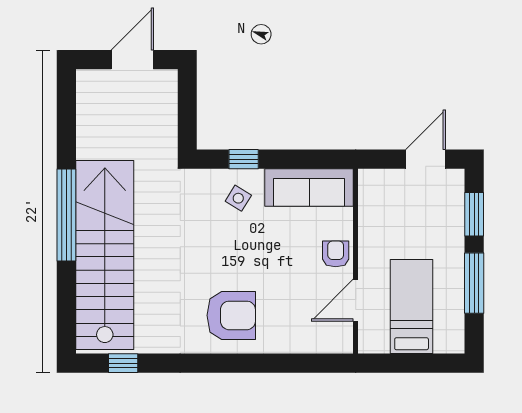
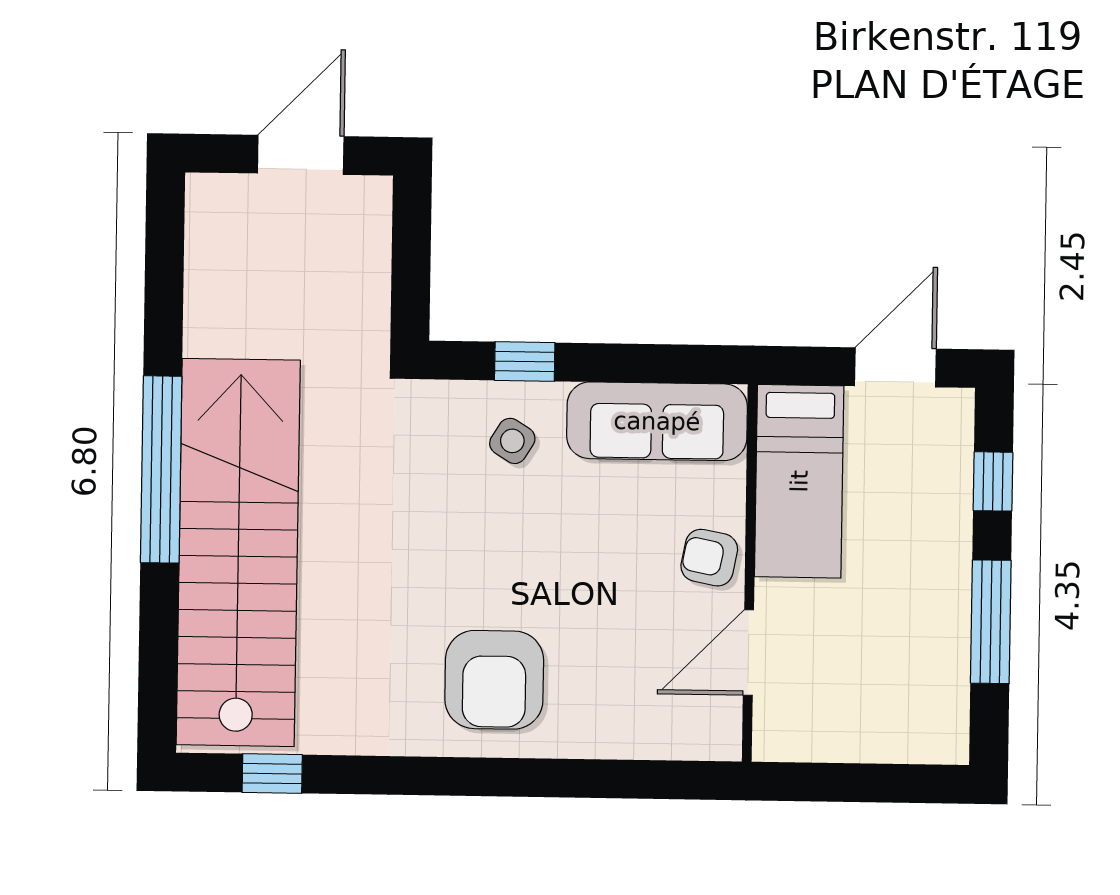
window: (474, 214) -> (993, 481), width x0.67
armchair: (336, 254) -> (709, 558), turned -79
bed: (412, 307) -> (799, 481), moved, turned 180
armchair: (231, 315) -> (494, 680), turned 90

